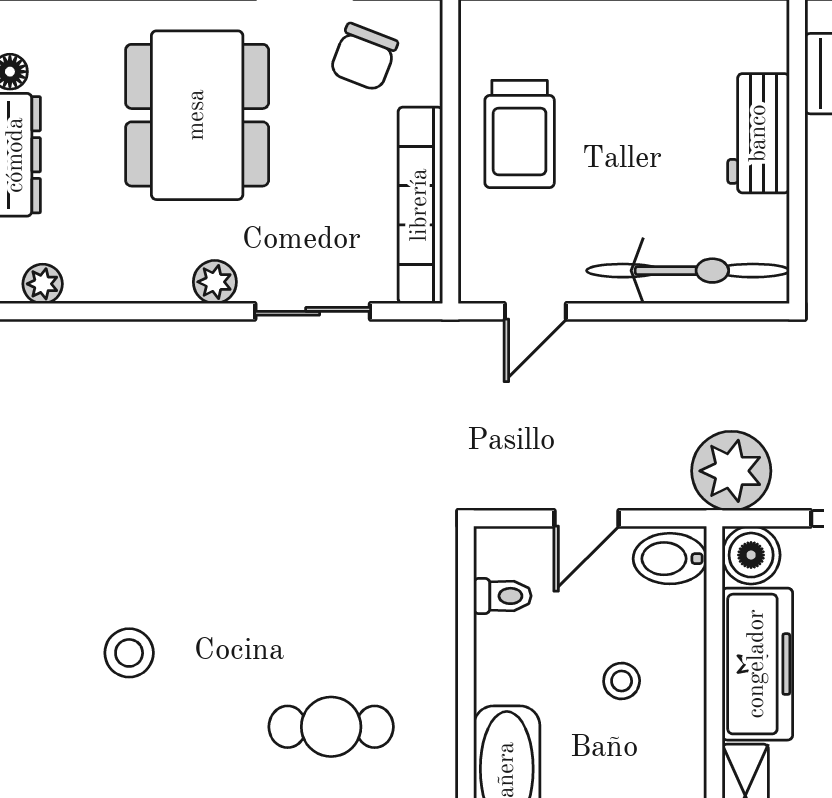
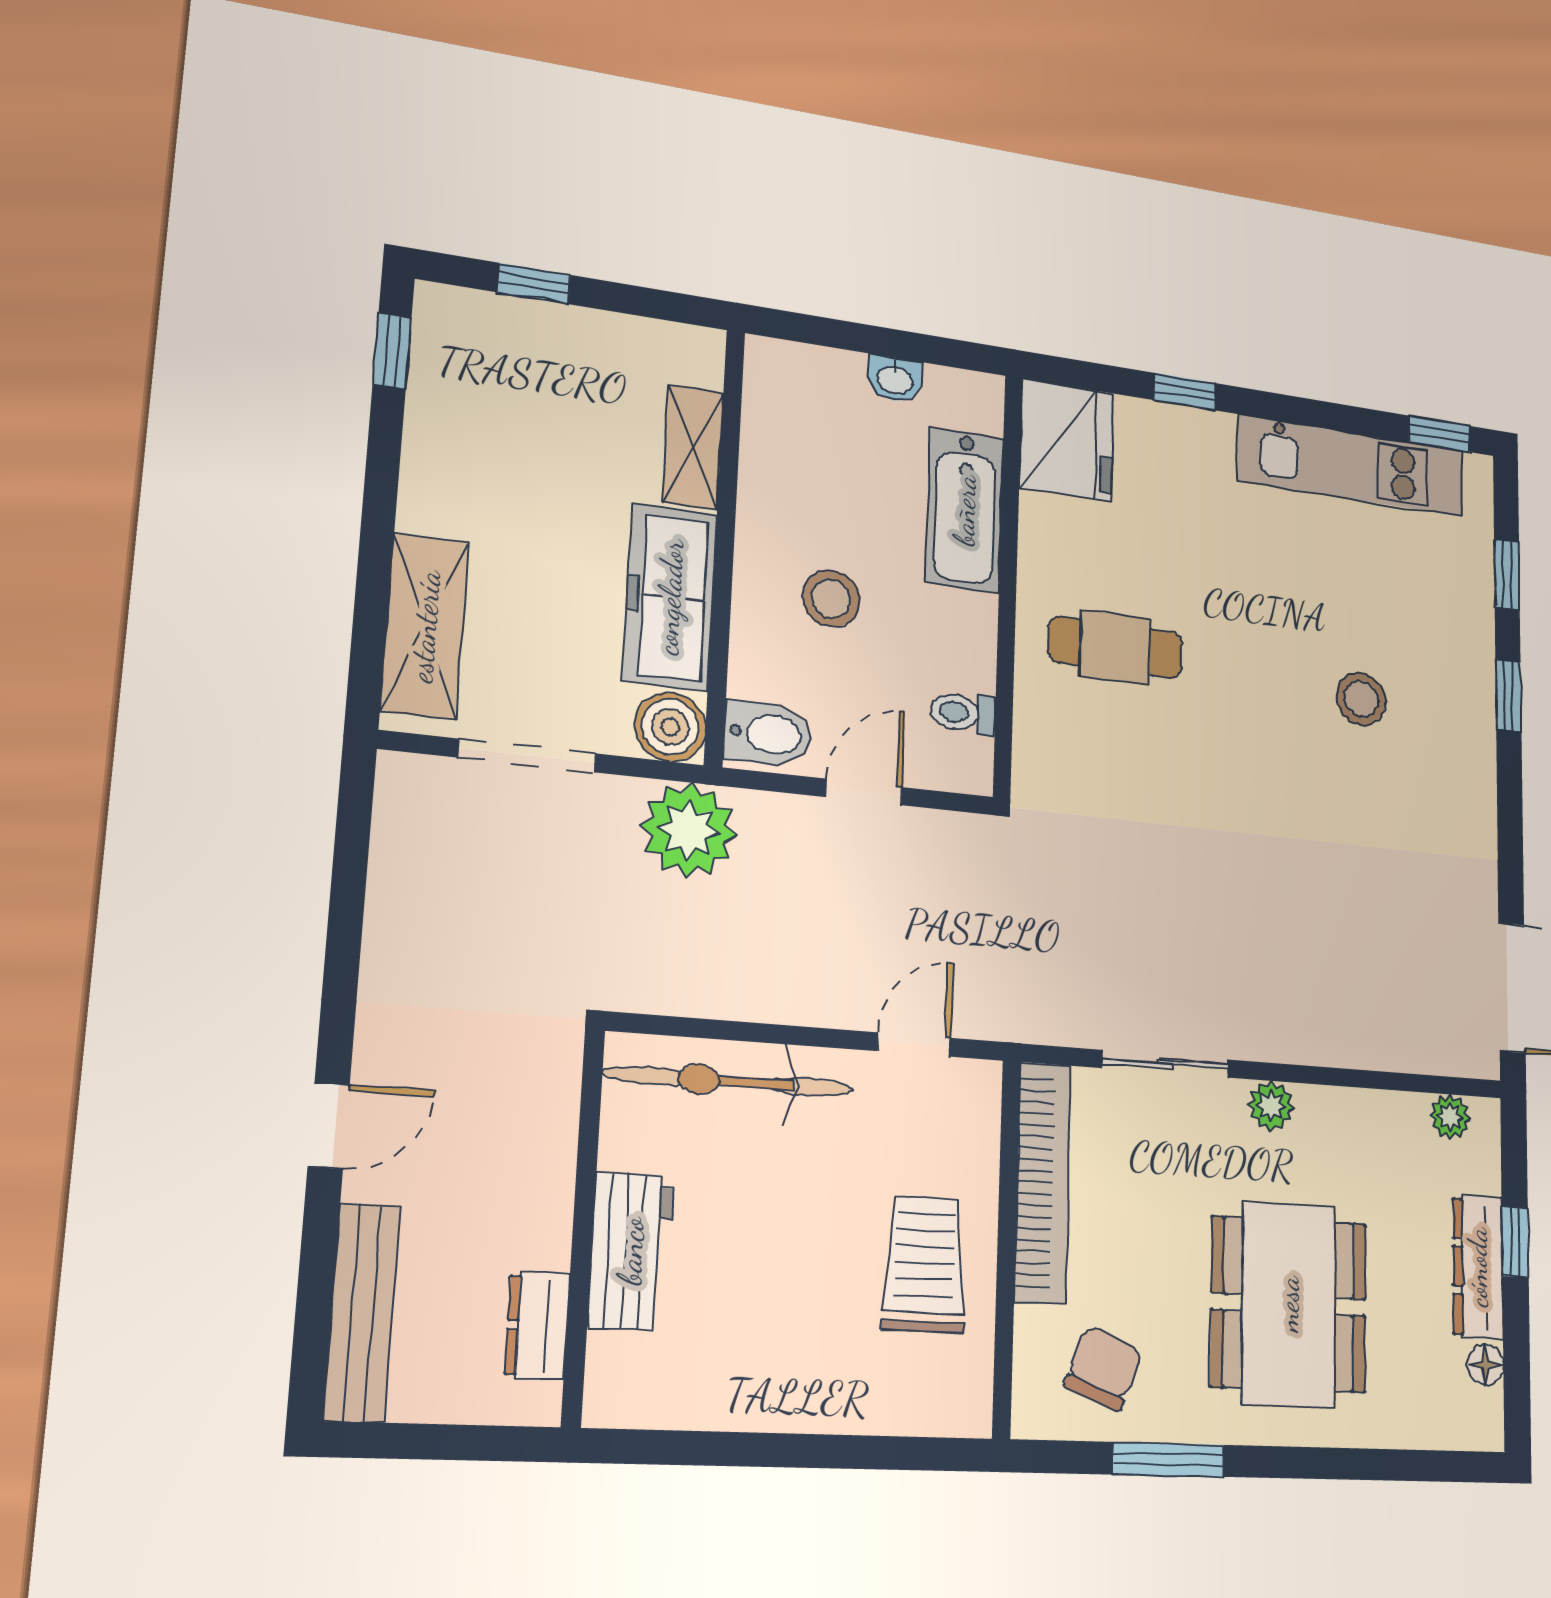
stool: (622, 681) -> (831, 599), width x1.37, depth x1.37
cafe table: (331, 727) -> (1115, 647), moved

